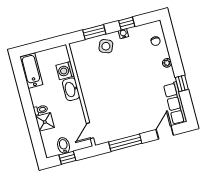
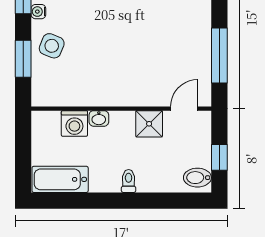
washbasin: (71, 89) -> (99, 118), width x0.52, depth x0.69
shower: (45, 122) -> (149, 124), moved
door: (90, 131) -> (184, 109), swing flipped
bidet: (64, 146) -> (197, 178), moved

